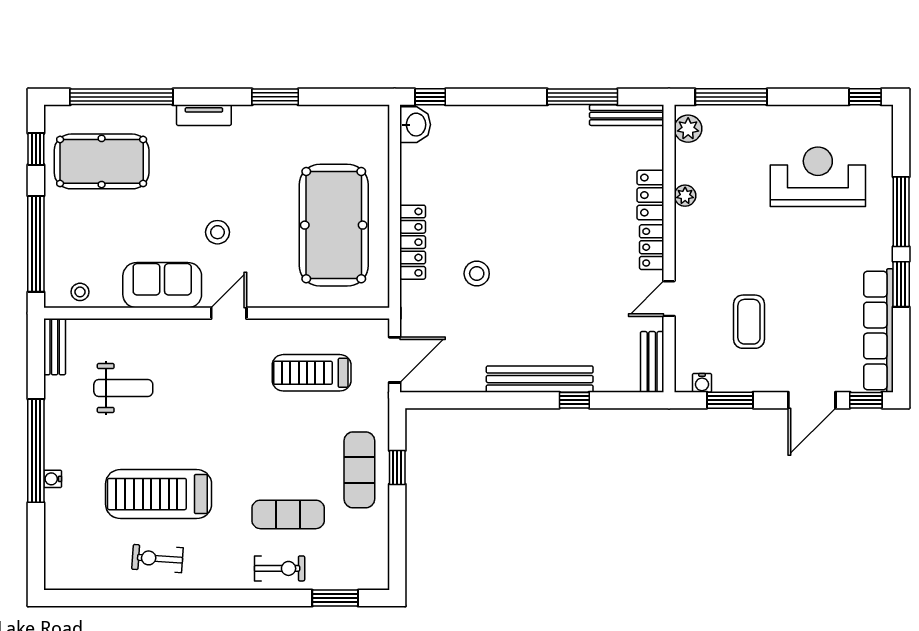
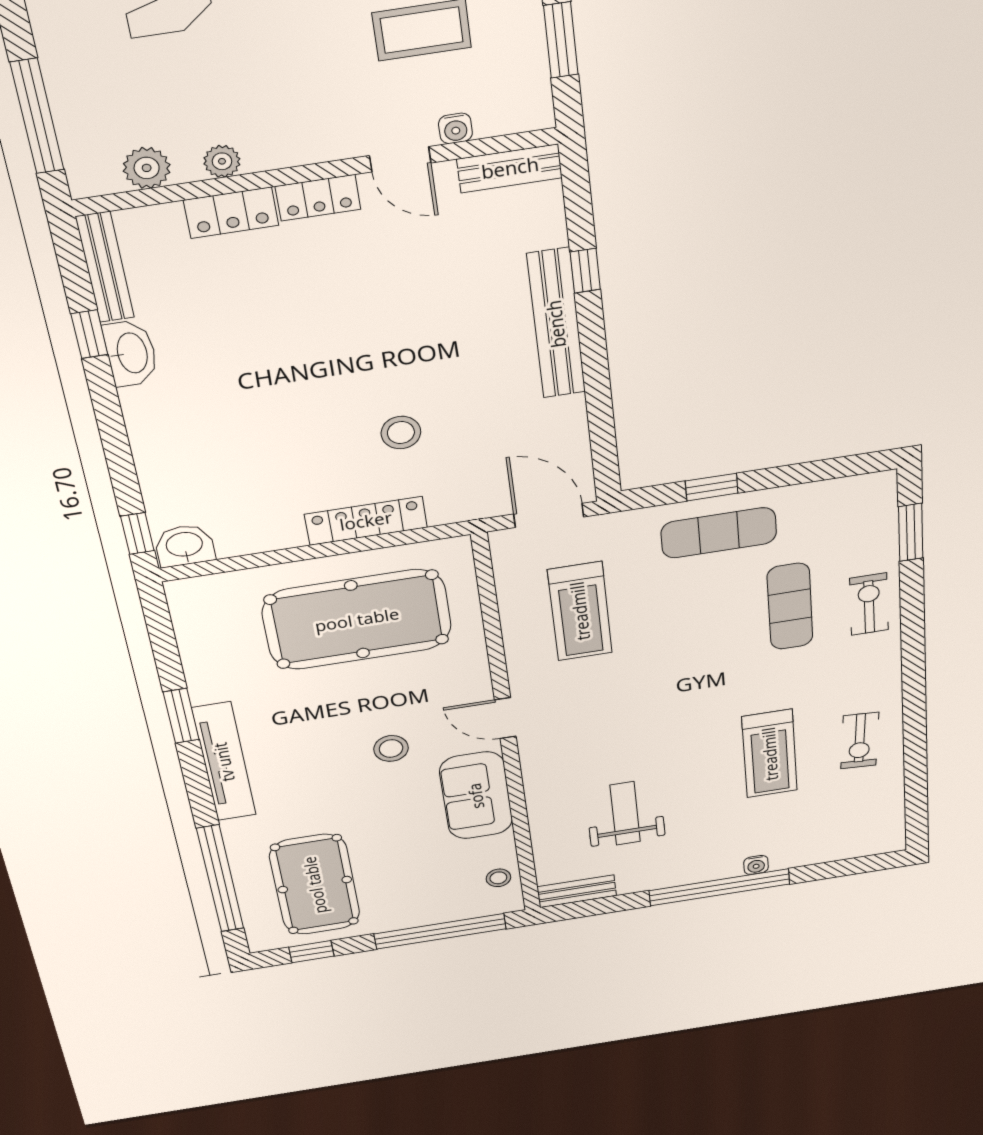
window: (582, 97) -> (89, 334), width x0.46
tv unit: (204, 115) -> (224, 762), width x1.92, depth x1.29
washbasin: (565, 119) -> (131, 353), added
plant: (688, 129) -> (147, 168), moved
water cooler: (702, 383) -> (455, 128), moved, turned 90
treadmill: (159, 494) -> (770, 754), width x0.73, depth x0.73

